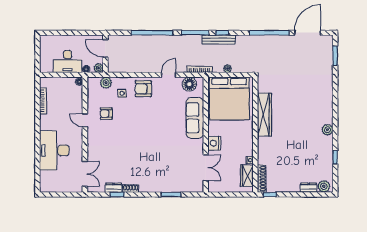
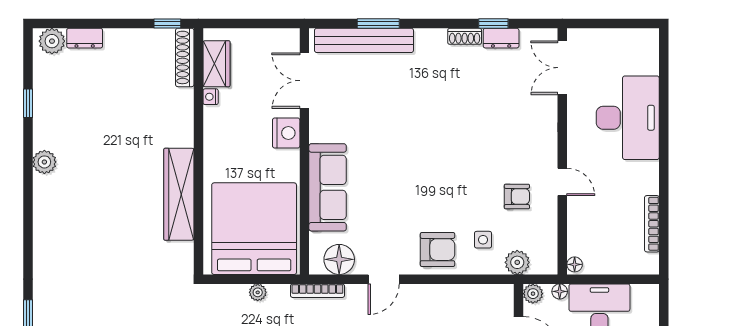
bench: (178, 187) -> (364, 40), added

